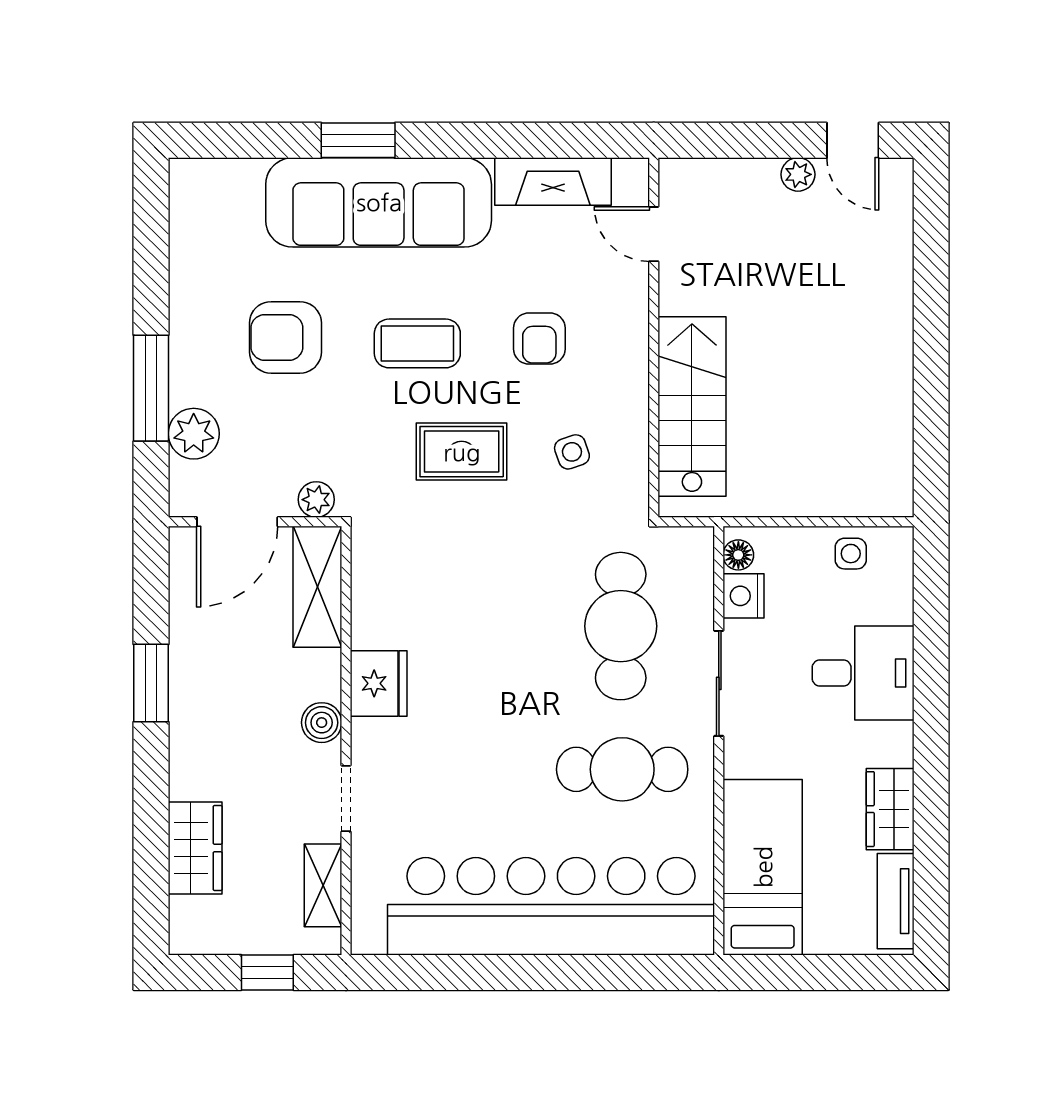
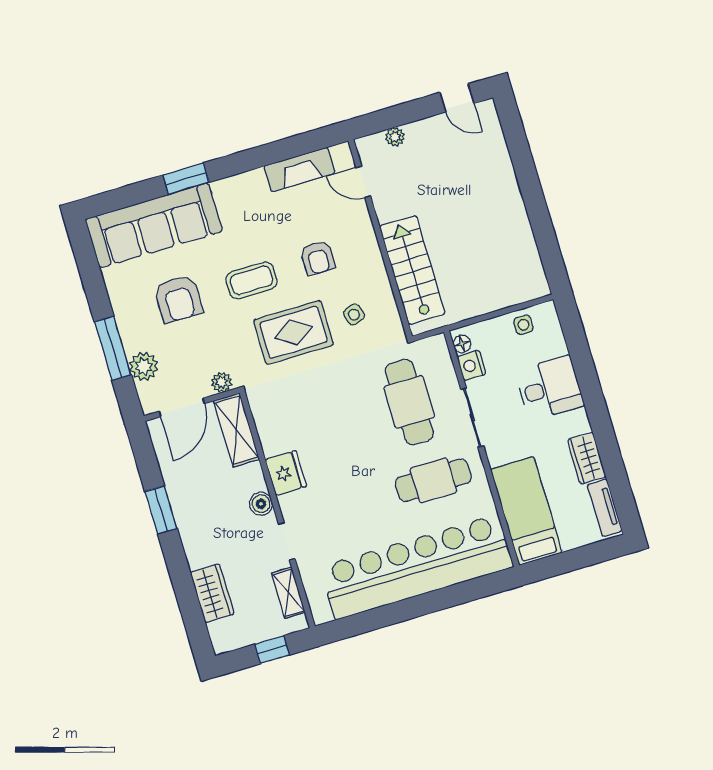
plant: (798, 174) -> (395, 137), moved
sofa: (379, 202) -> (154, 225), moved
armchair: (285, 337) -> (178, 299), turned -90
rug: (462, 452) -> (293, 332), width x1.36, depth x1.43

